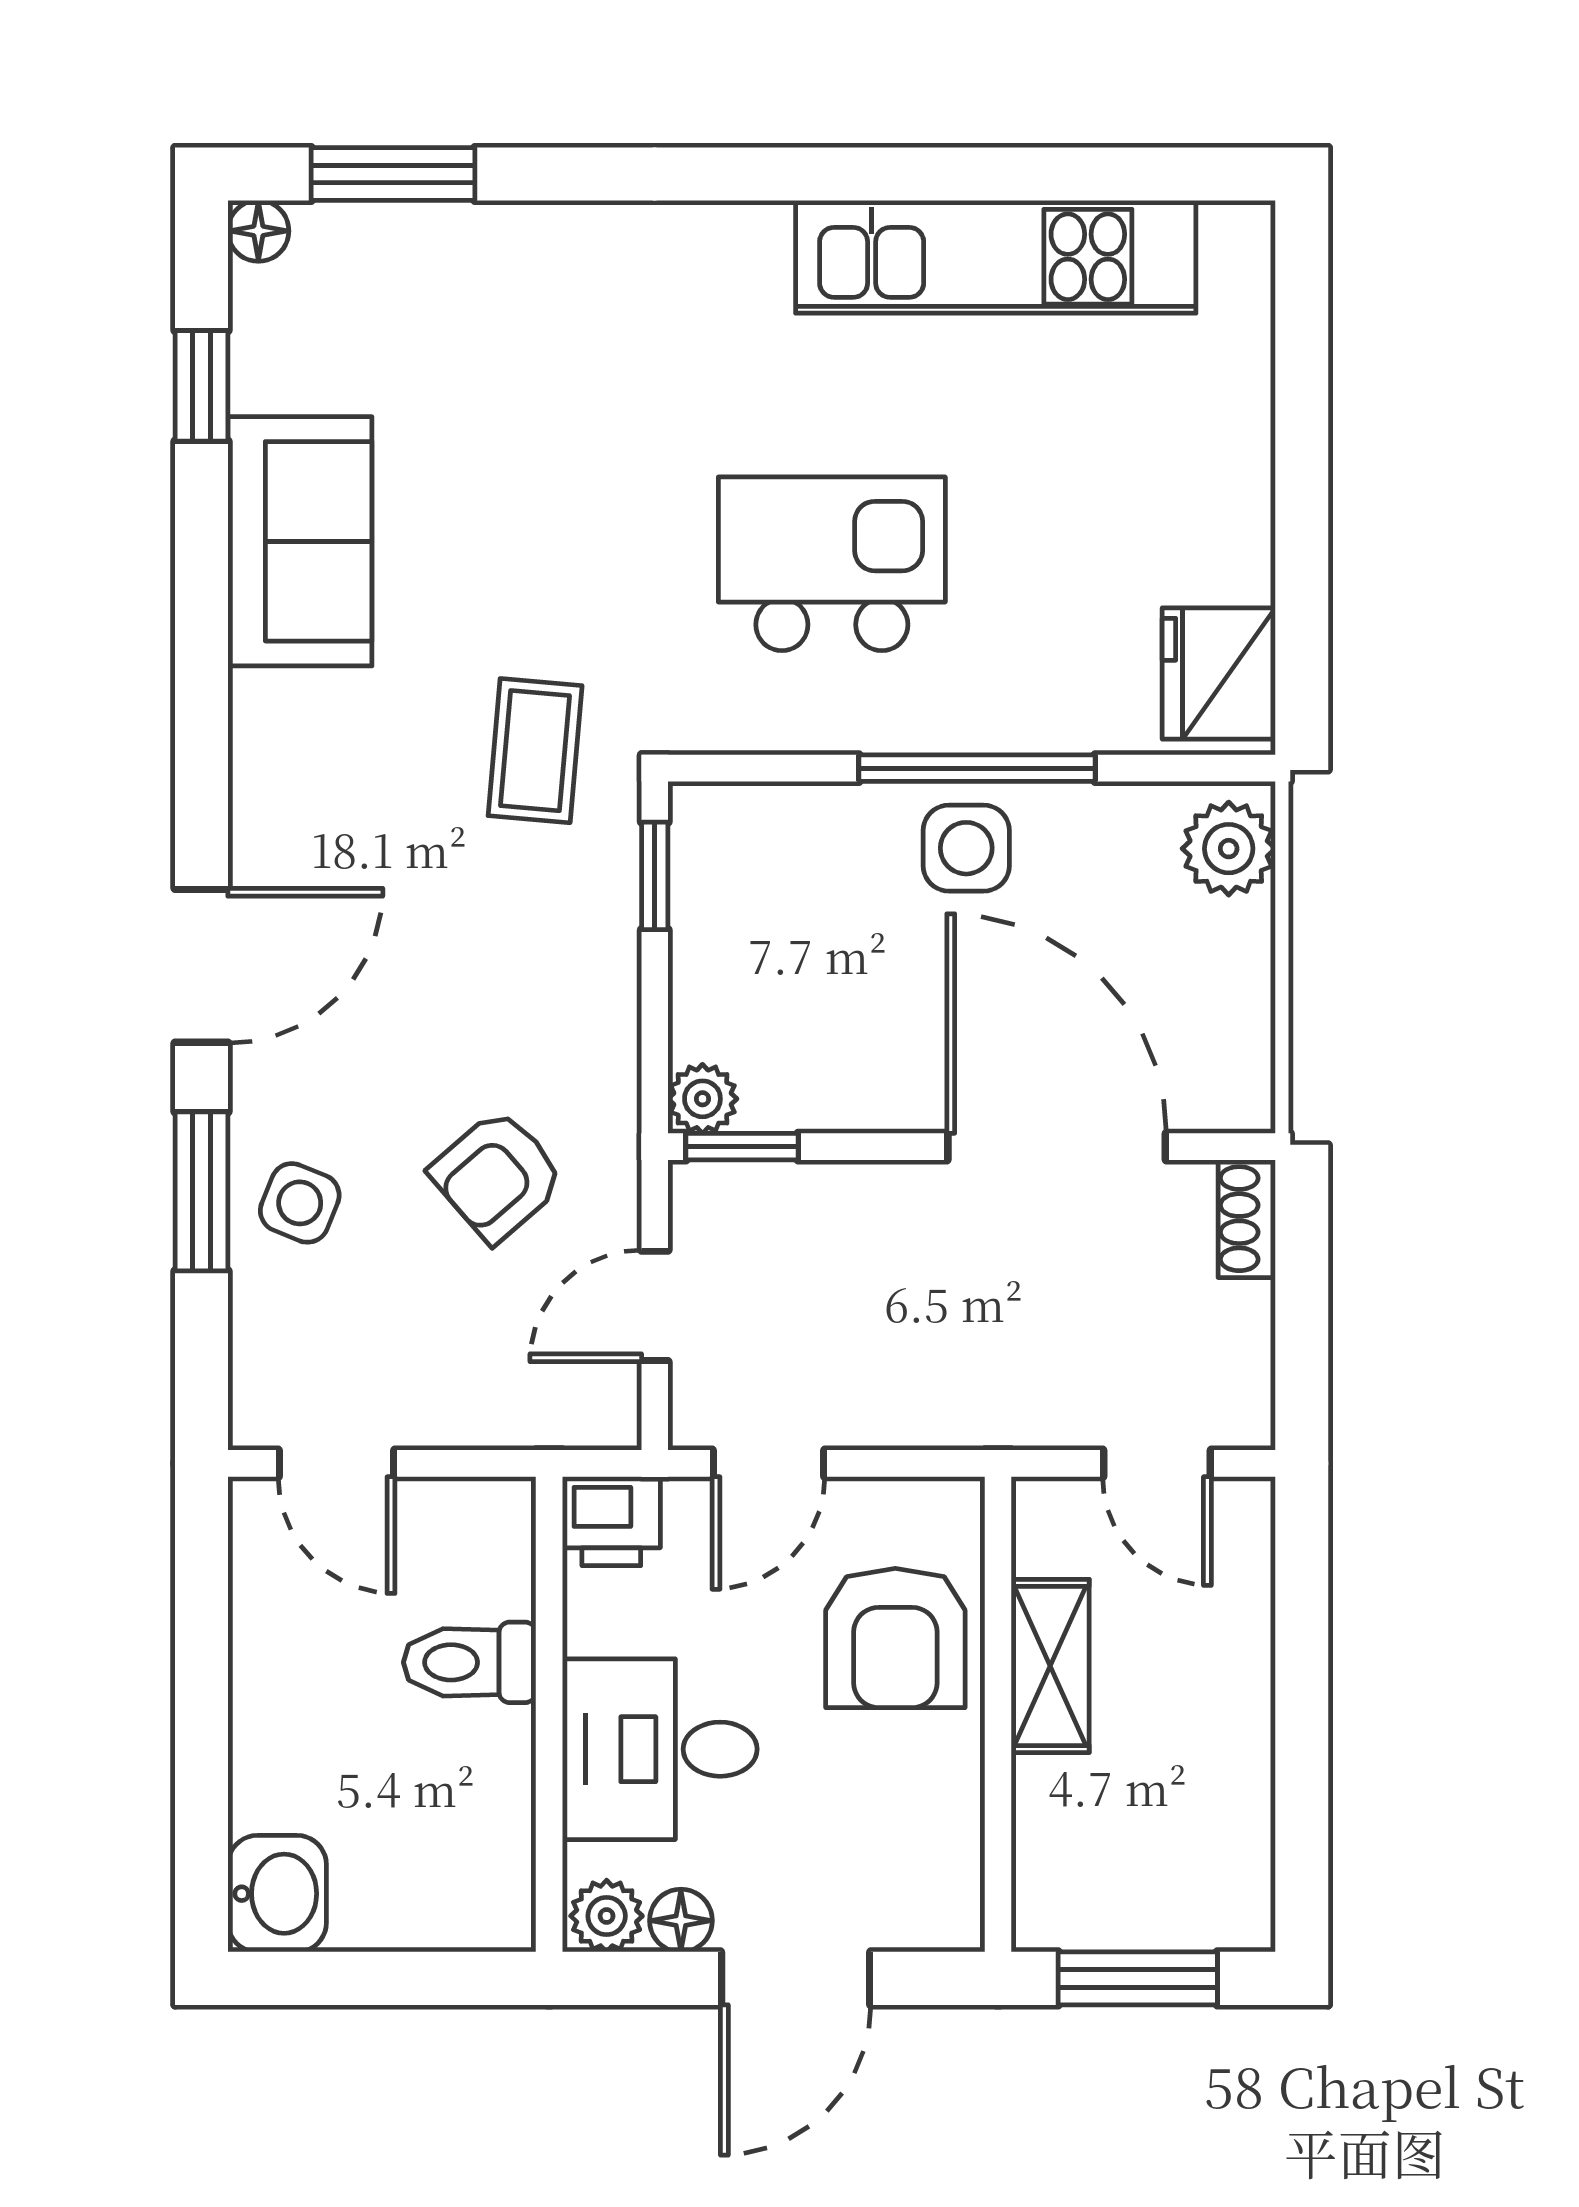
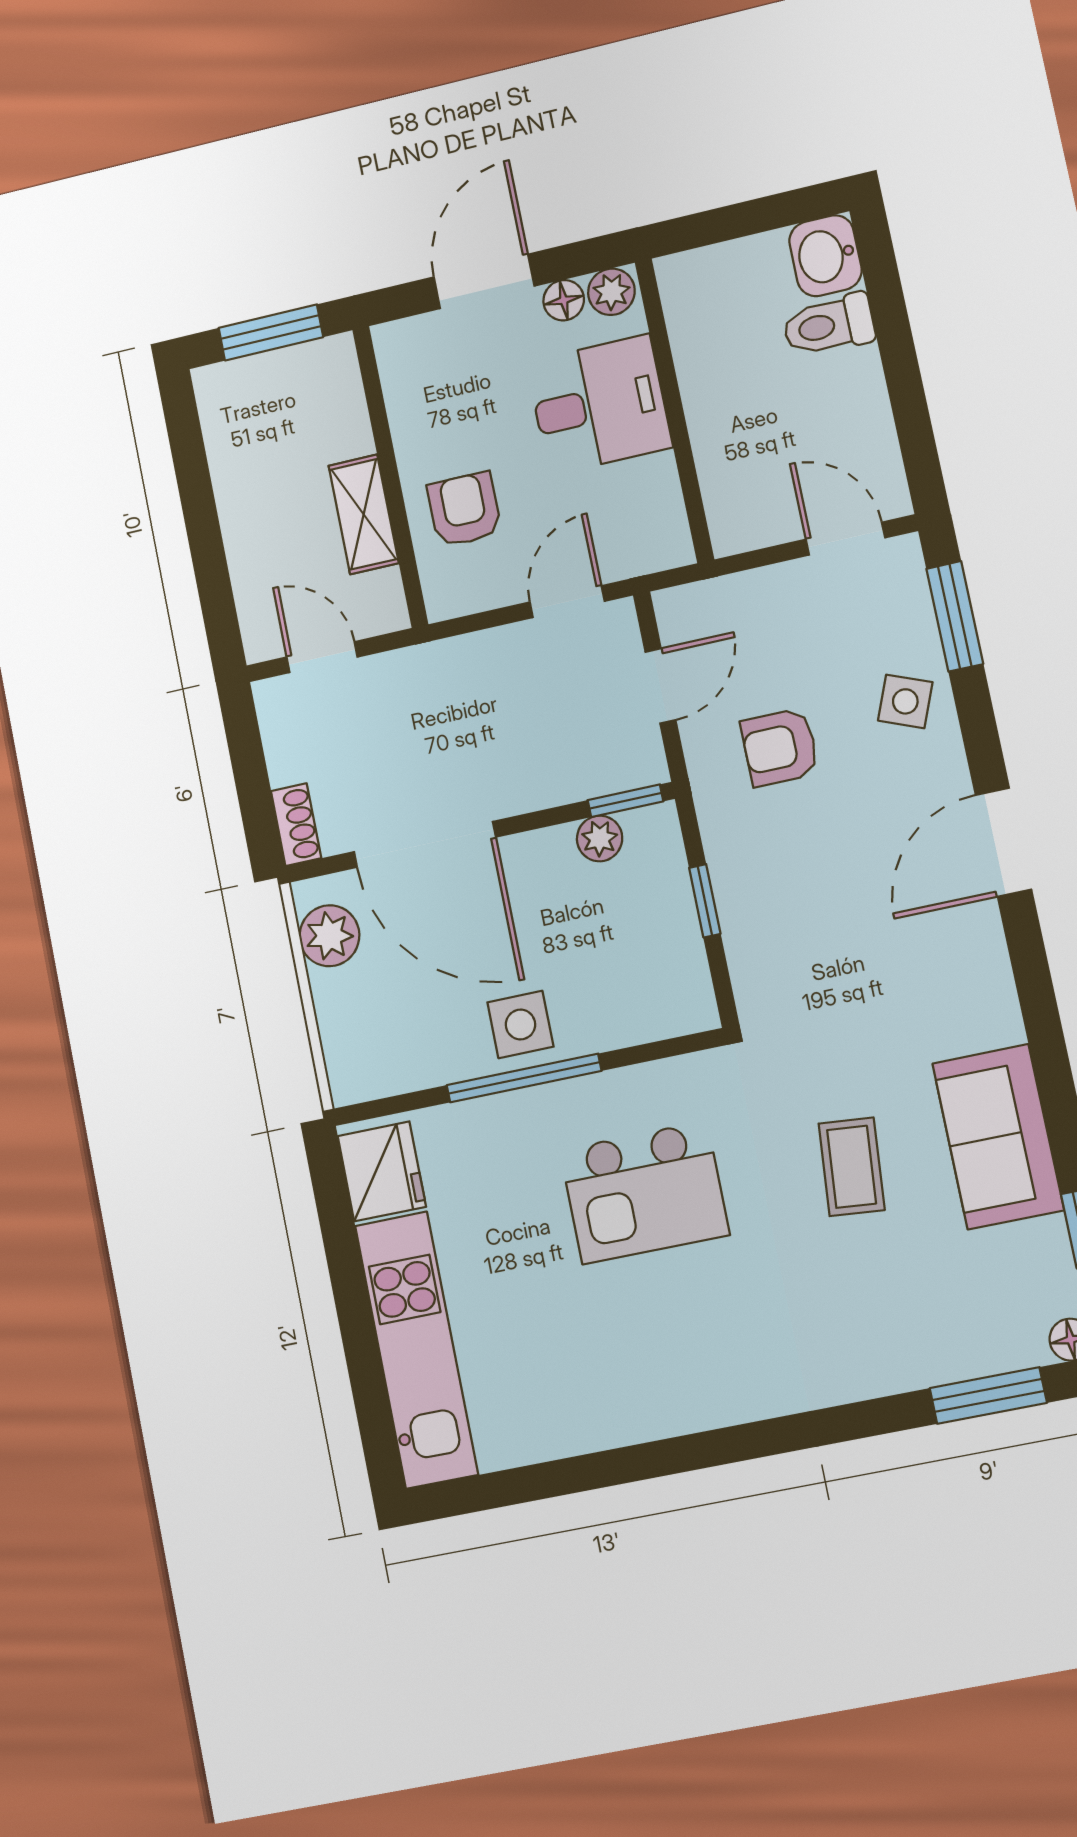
kitchen unit: (996, 257) -> (416, 1350), moved, turned 90
coffee table: (535, 751) -> (852, 1167), moved
plant: (1229, 849) -> (329, 936), moved
window: (655, 876) -> (705, 901), moved
plant: (702, 1099) -> (600, 838), moved
armchair: (497, 1176) -> (780, 747), turned -139
window: (201, 1191) -> (955, 616), moved
printer: (611, 1521) -> (660, 542), removed
armchair: (895, 1638) -> (464, 509), width x0.72, depth x0.72
toilet: (470, 1662) -> (829, 325), moved, turned 180

